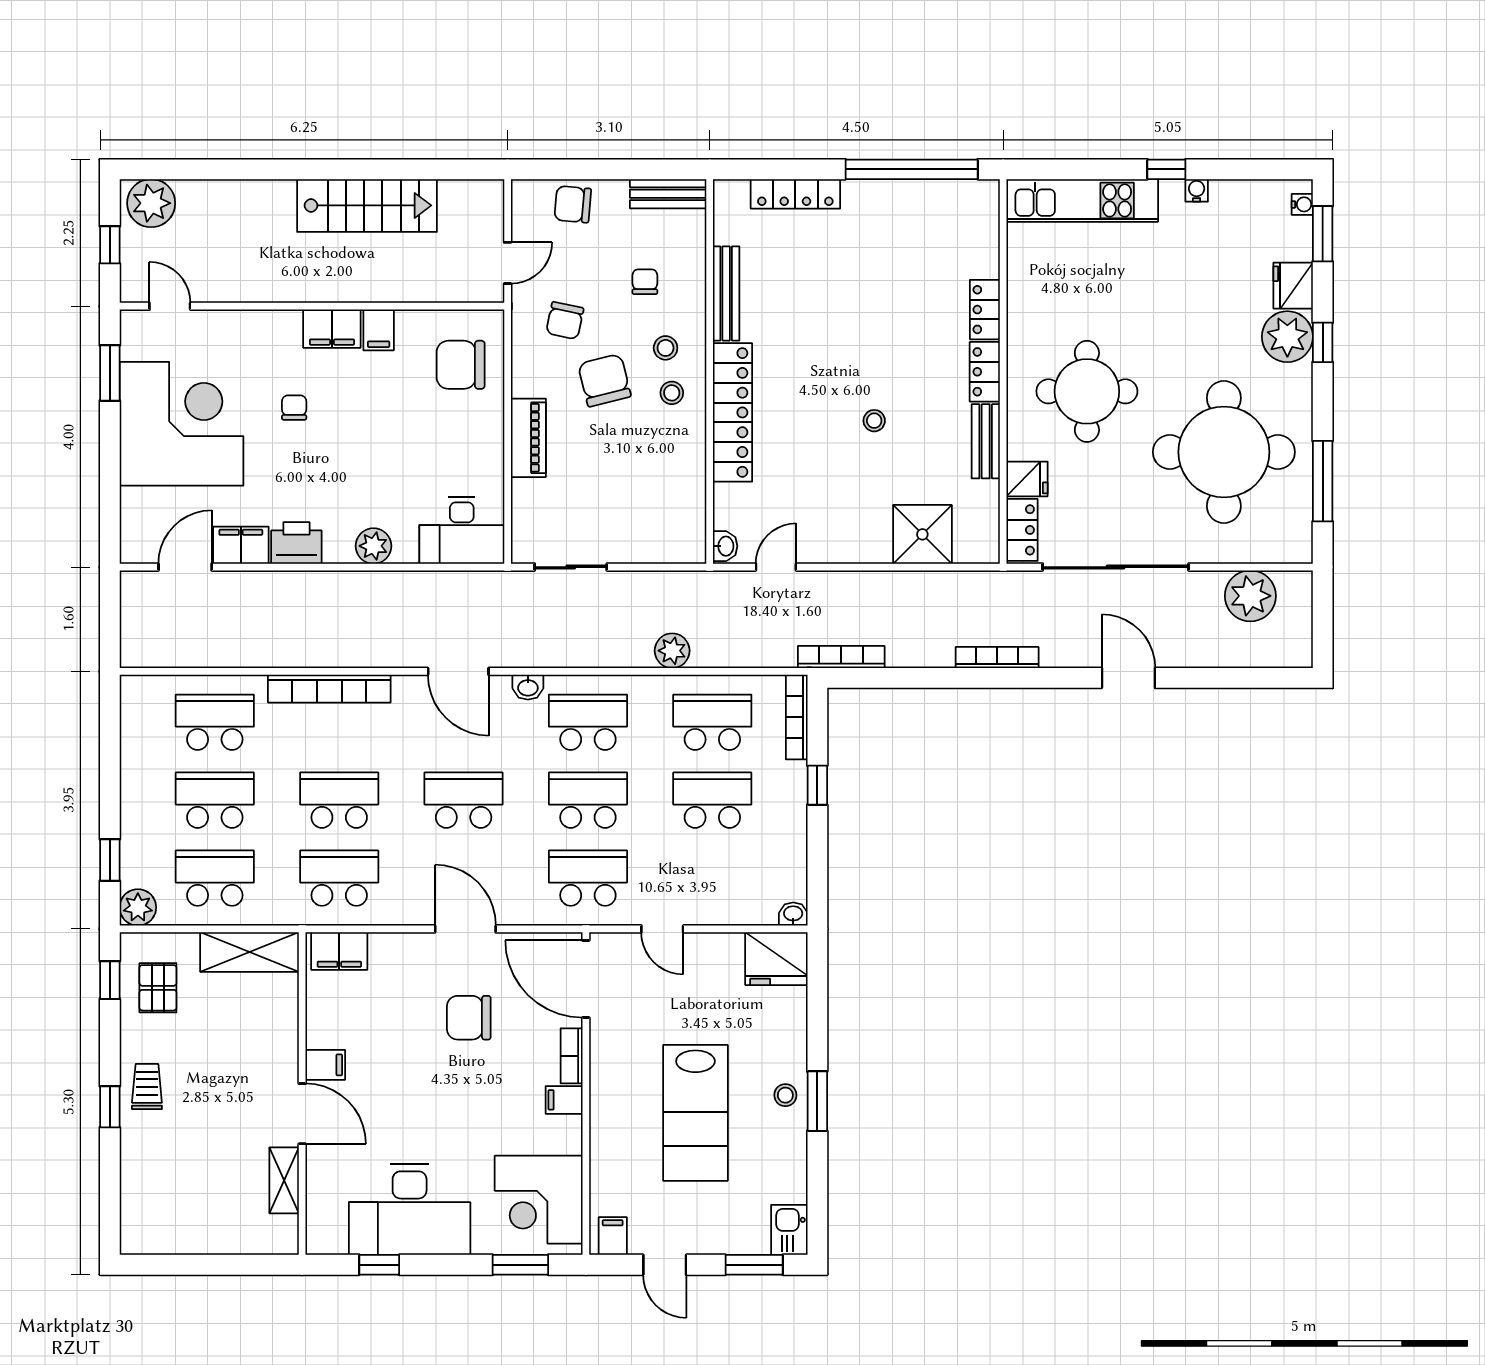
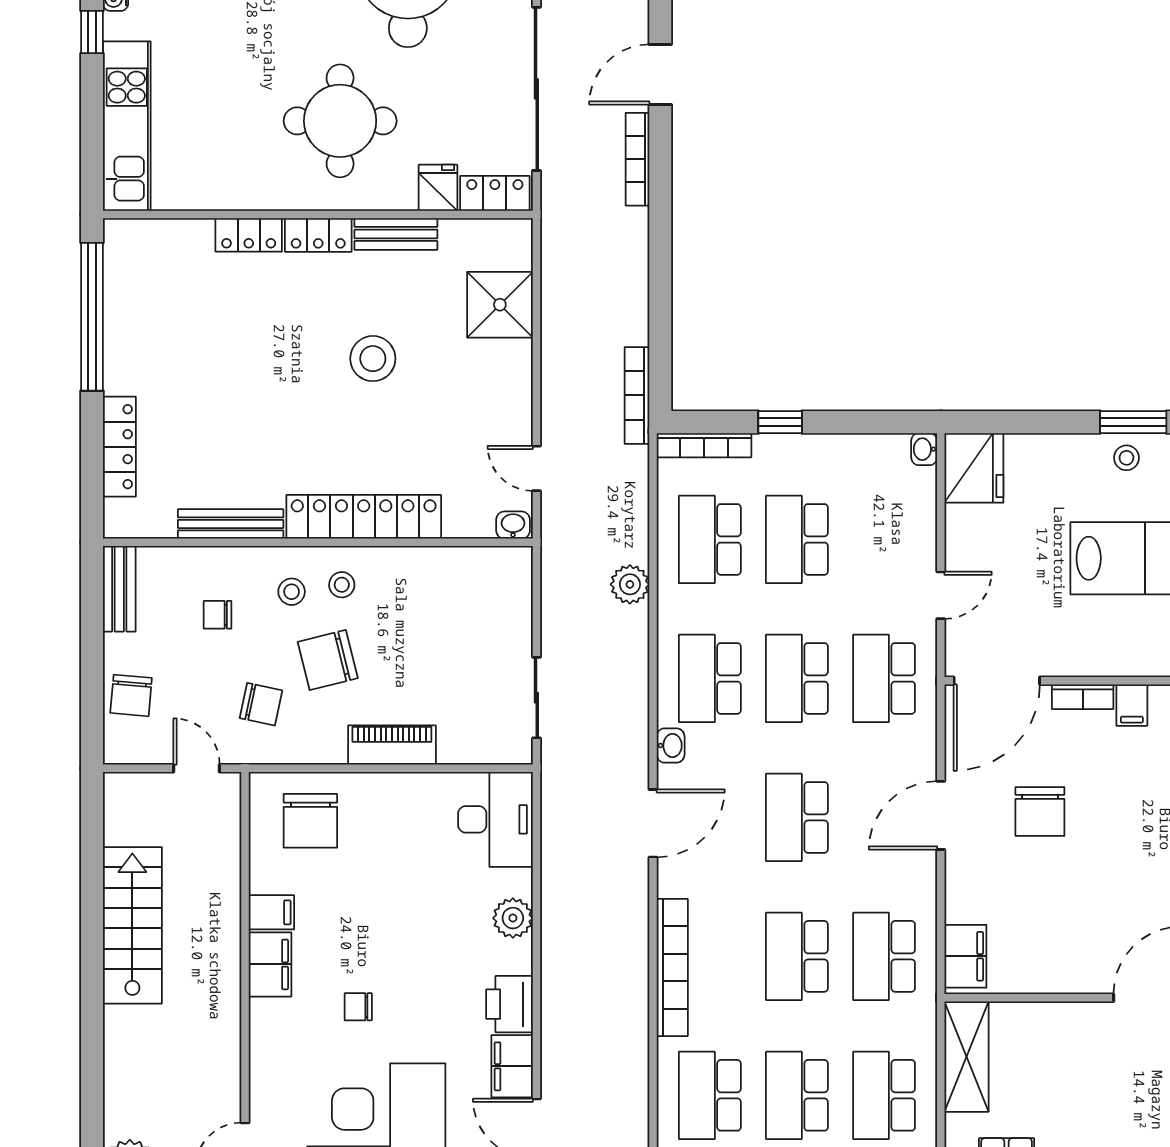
stool: (874, 421) -> (373, 359), width x1.89, depth x1.89
bookcase: (997, 658) -> (637, 159), moved
filing cabinet: (325, 1065) -> (1093, 972), removed

